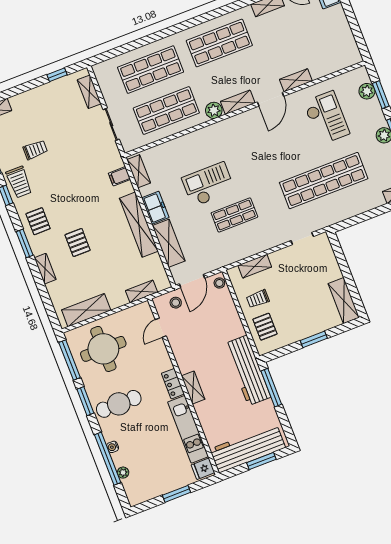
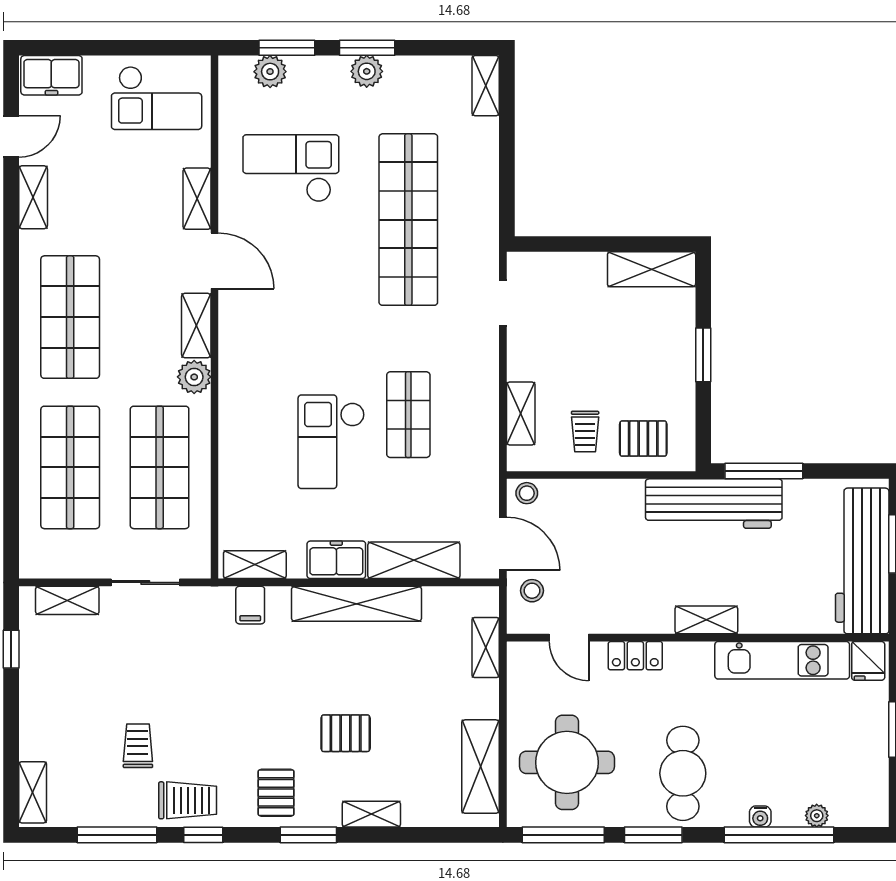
checkout: (335, 44) -> (157, 98), added
pallet: (38, 221) -> (276, 793), turned 90
locker: (173, 384) -> (635, 656), moved

